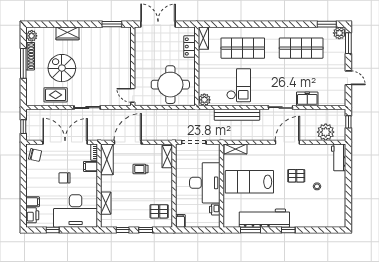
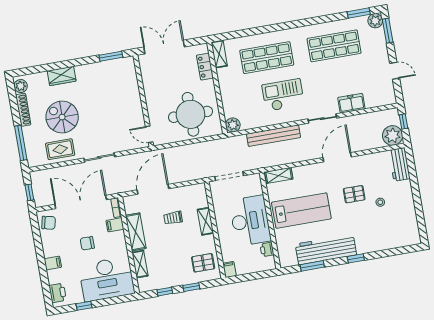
window: (23, 63) -> (21, 143), moved
checkout: (239, 85) -> (283, 95), moved, turned -90
plant: (326, 132) -> (393, 135), moved
shelving: (167, 157) -> (205, 221), moved
shelving: (107, 159) -> (136, 232), moved
lab bench: (249, 182) -> (301, 211), turned 180
filing cabinet: (33, 202) -> (53, 263), moved

